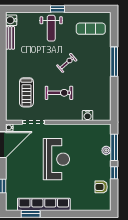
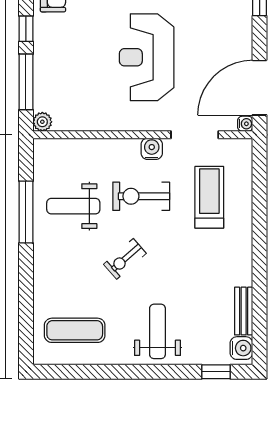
window: (57, 9) -> (216, 372), moved
window: (114, 62) -> (26, 212), moved
weight bench: (91, 88) -> (73, 206), added
water cooler: (88, 115) -> (152, 149), moved
plant: (106, 150) -> (42, 122), moved

